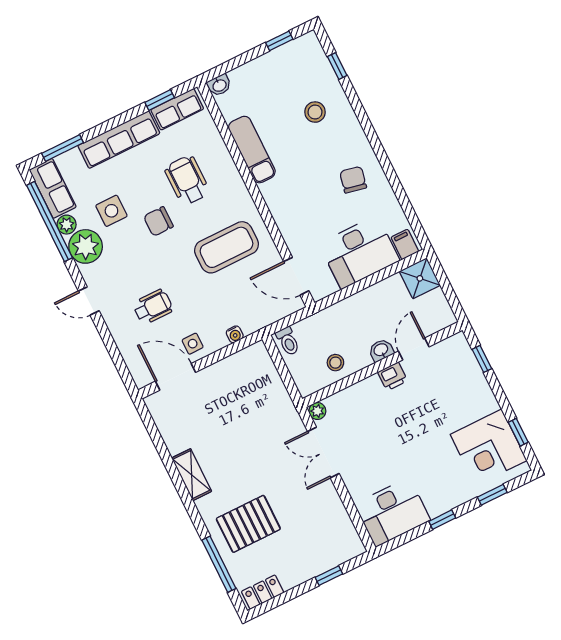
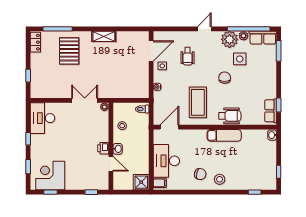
stool: (315, 112) -> (220, 179), moved
row of seats: (119, 140) -> (270, 78), removed
exam couch: (252, 150) -> (224, 135), moved
wheelchair: (187, 180) -> (230, 116), moved

